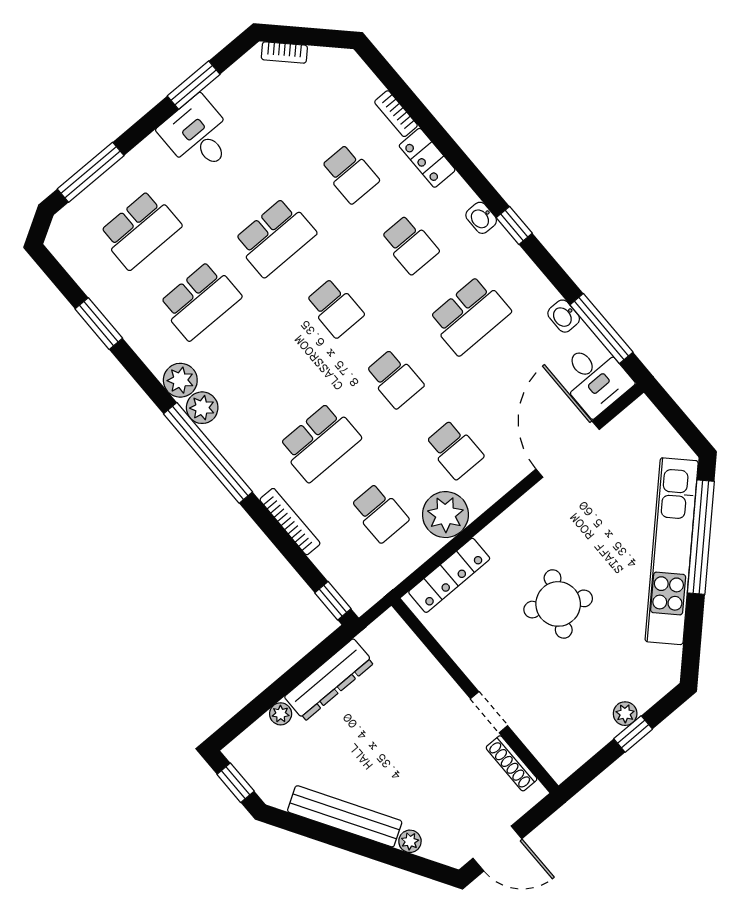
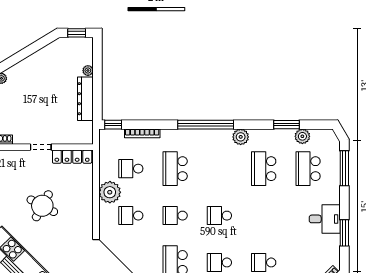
school desk: (275, 237) -> (264, 216), removed
plant: (202, 408) -> (302, 136), moved
bookcase: (290, 522) -> (142, 133), moved
locker: (449, 575) -> (72, 157), moved, turned -90
doorway: (489, 712) -> (41, 147), moved
bench: (345, 816) -> (31, 62), removed

